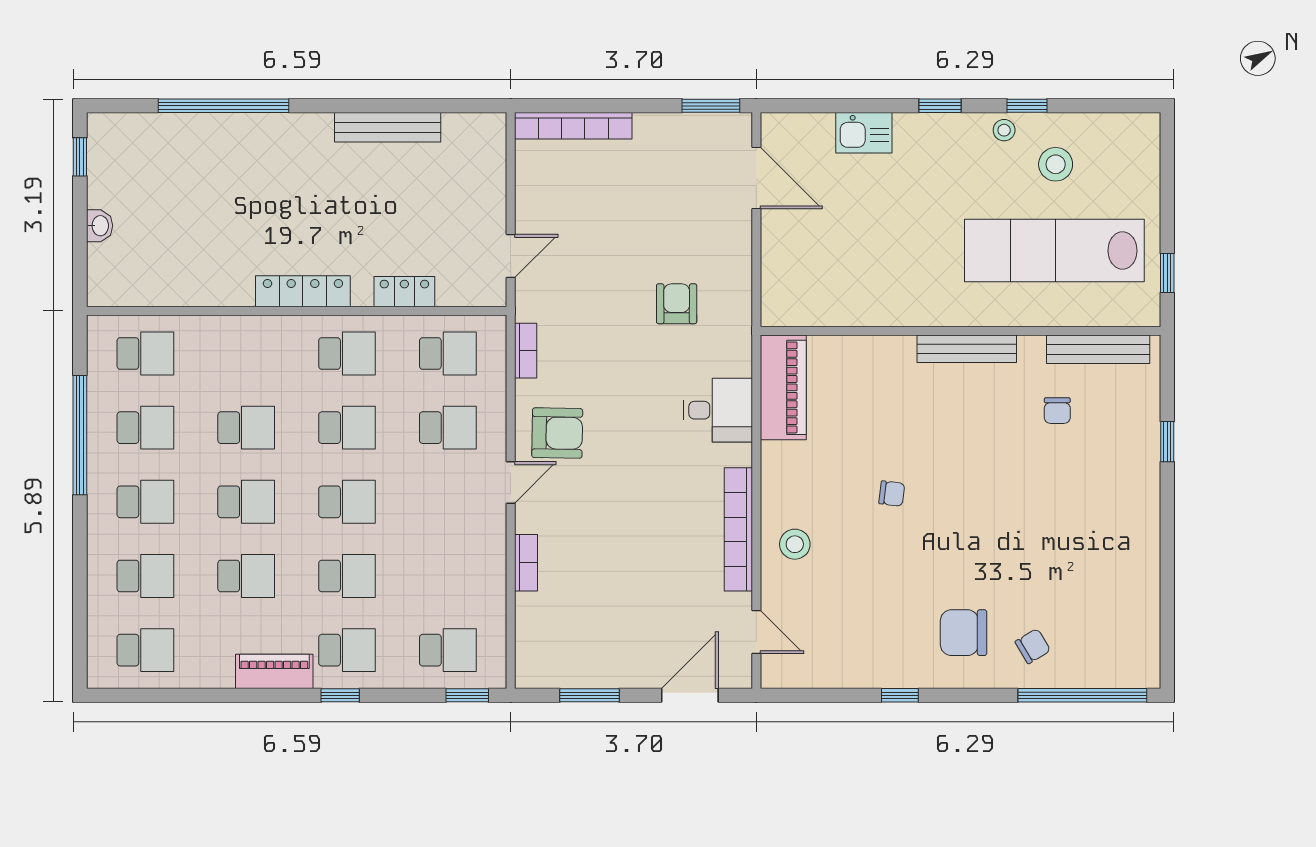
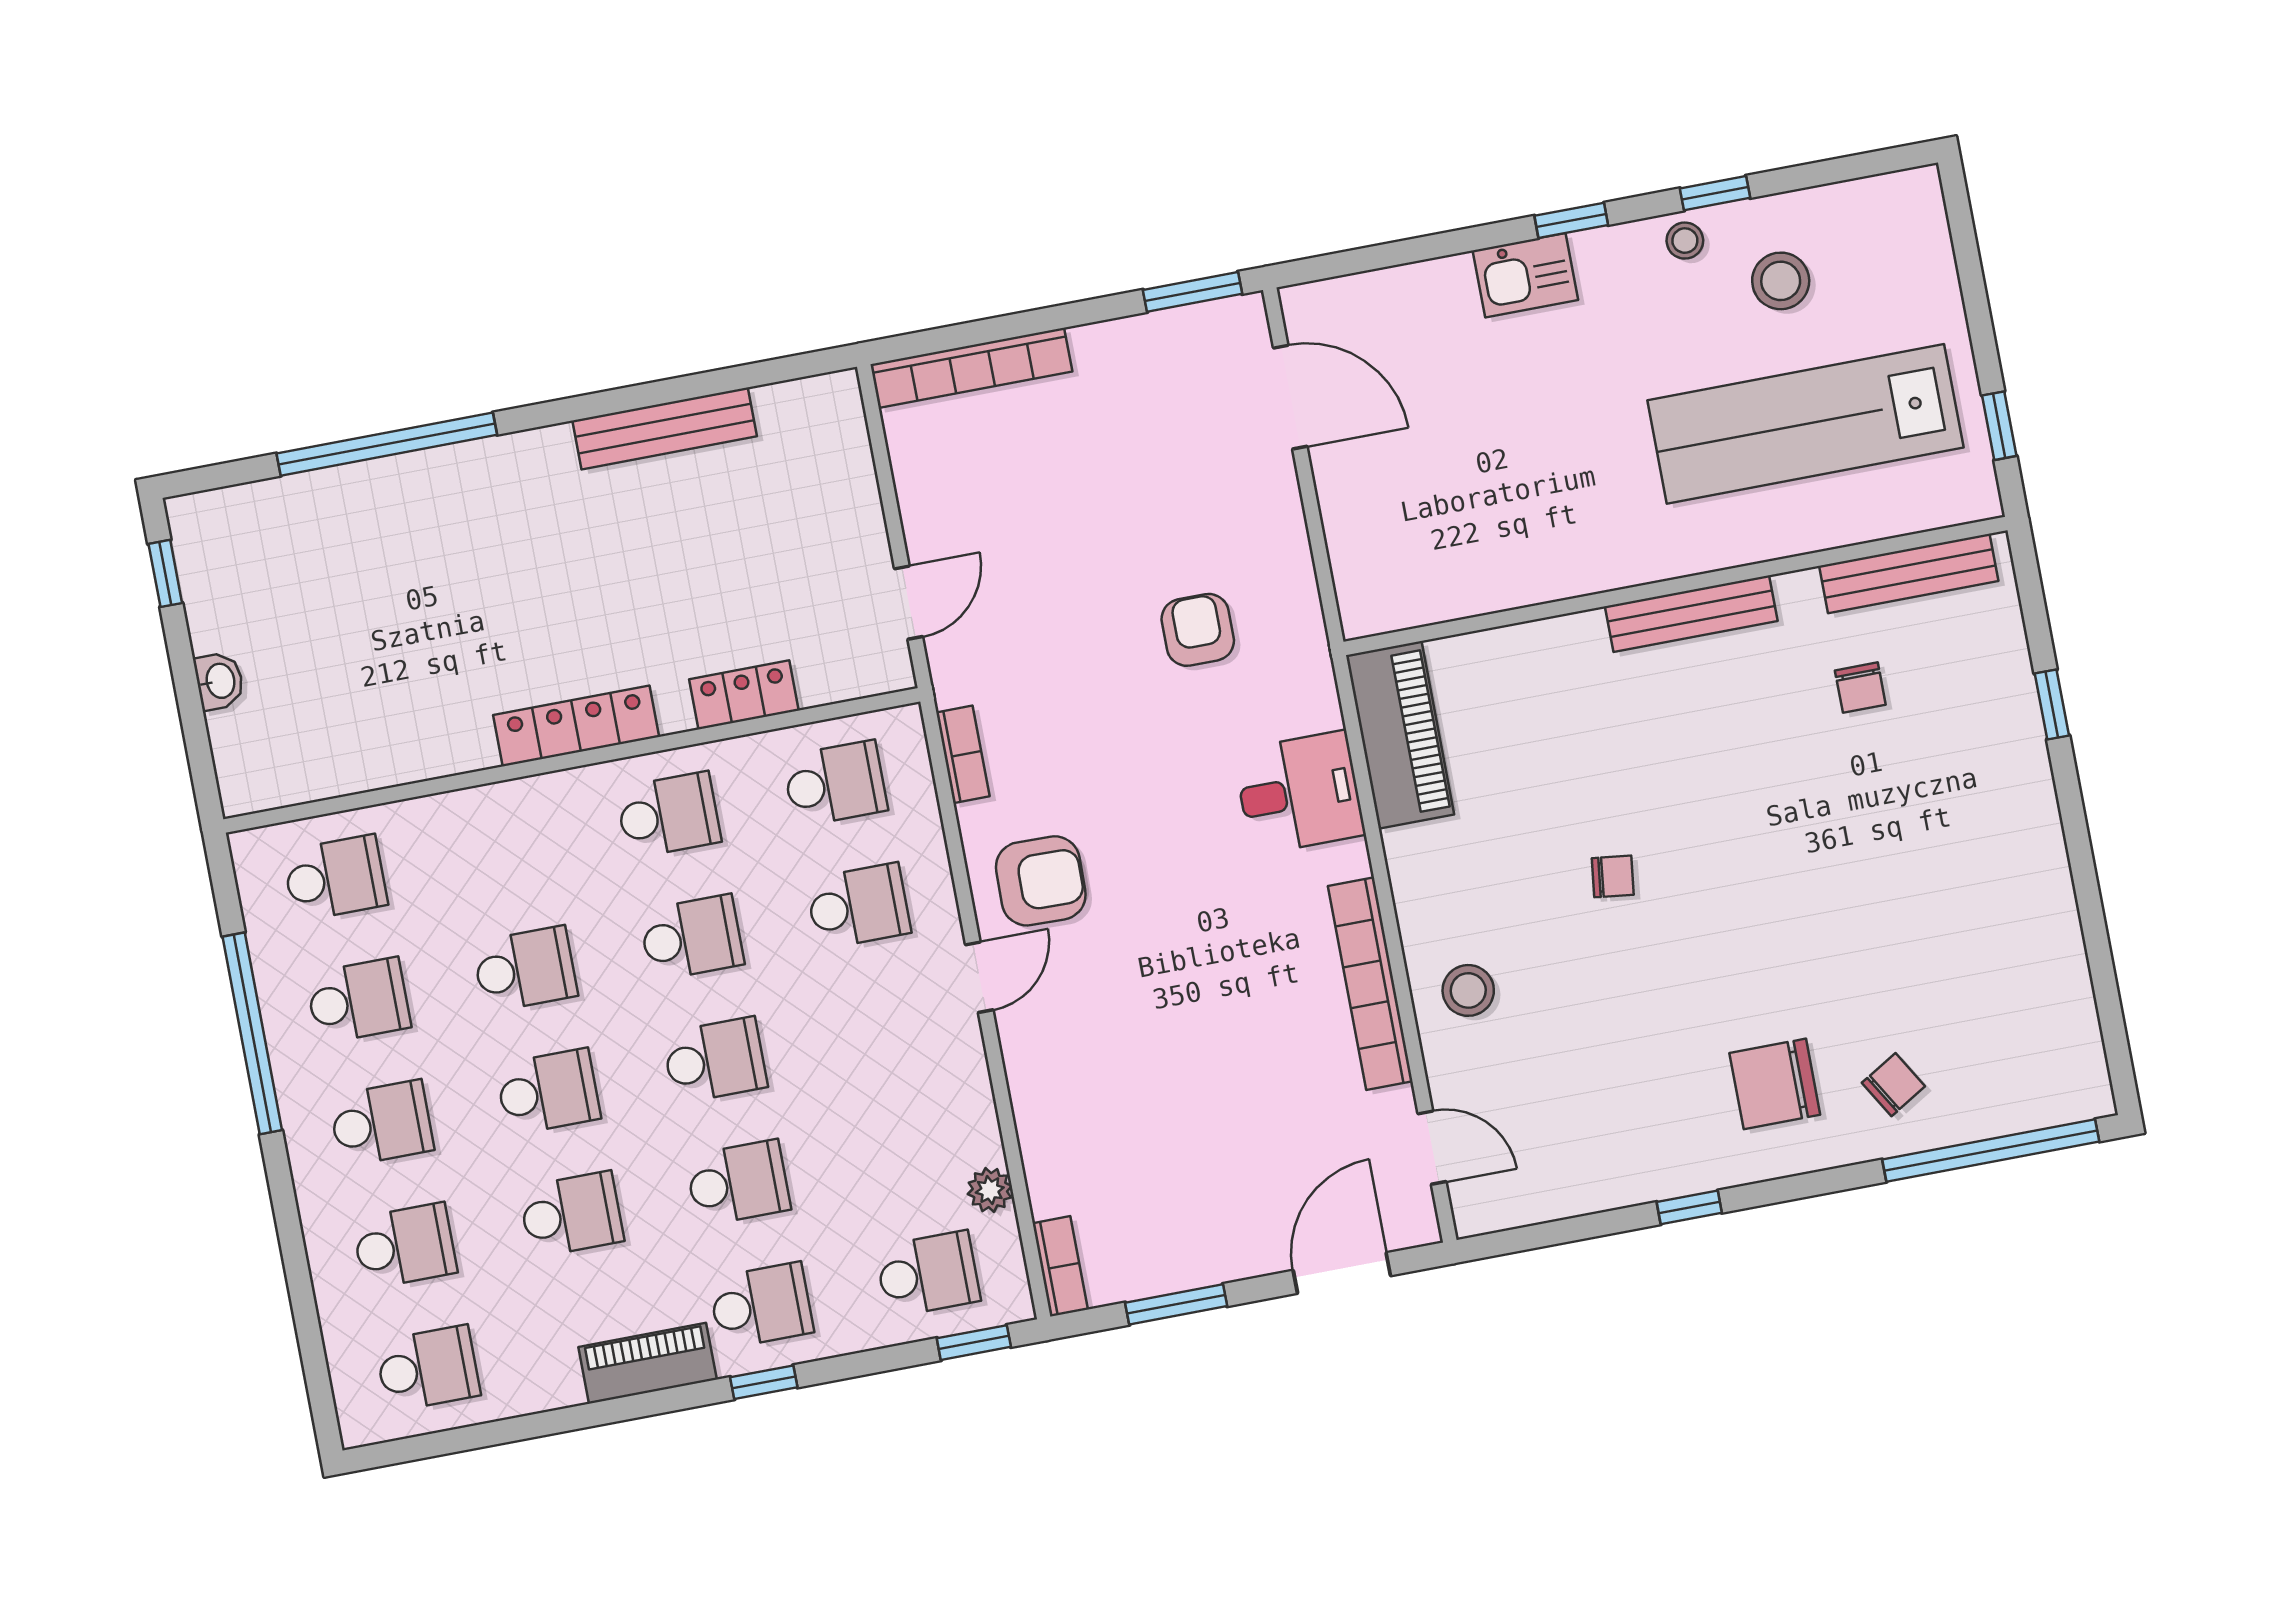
kitchen sink: (864, 133) -> (1525, 275), moved
bookcase: (526, 563) -> (1060, 1266), moved
plant: (493, 608) -> (990, 1190), added

